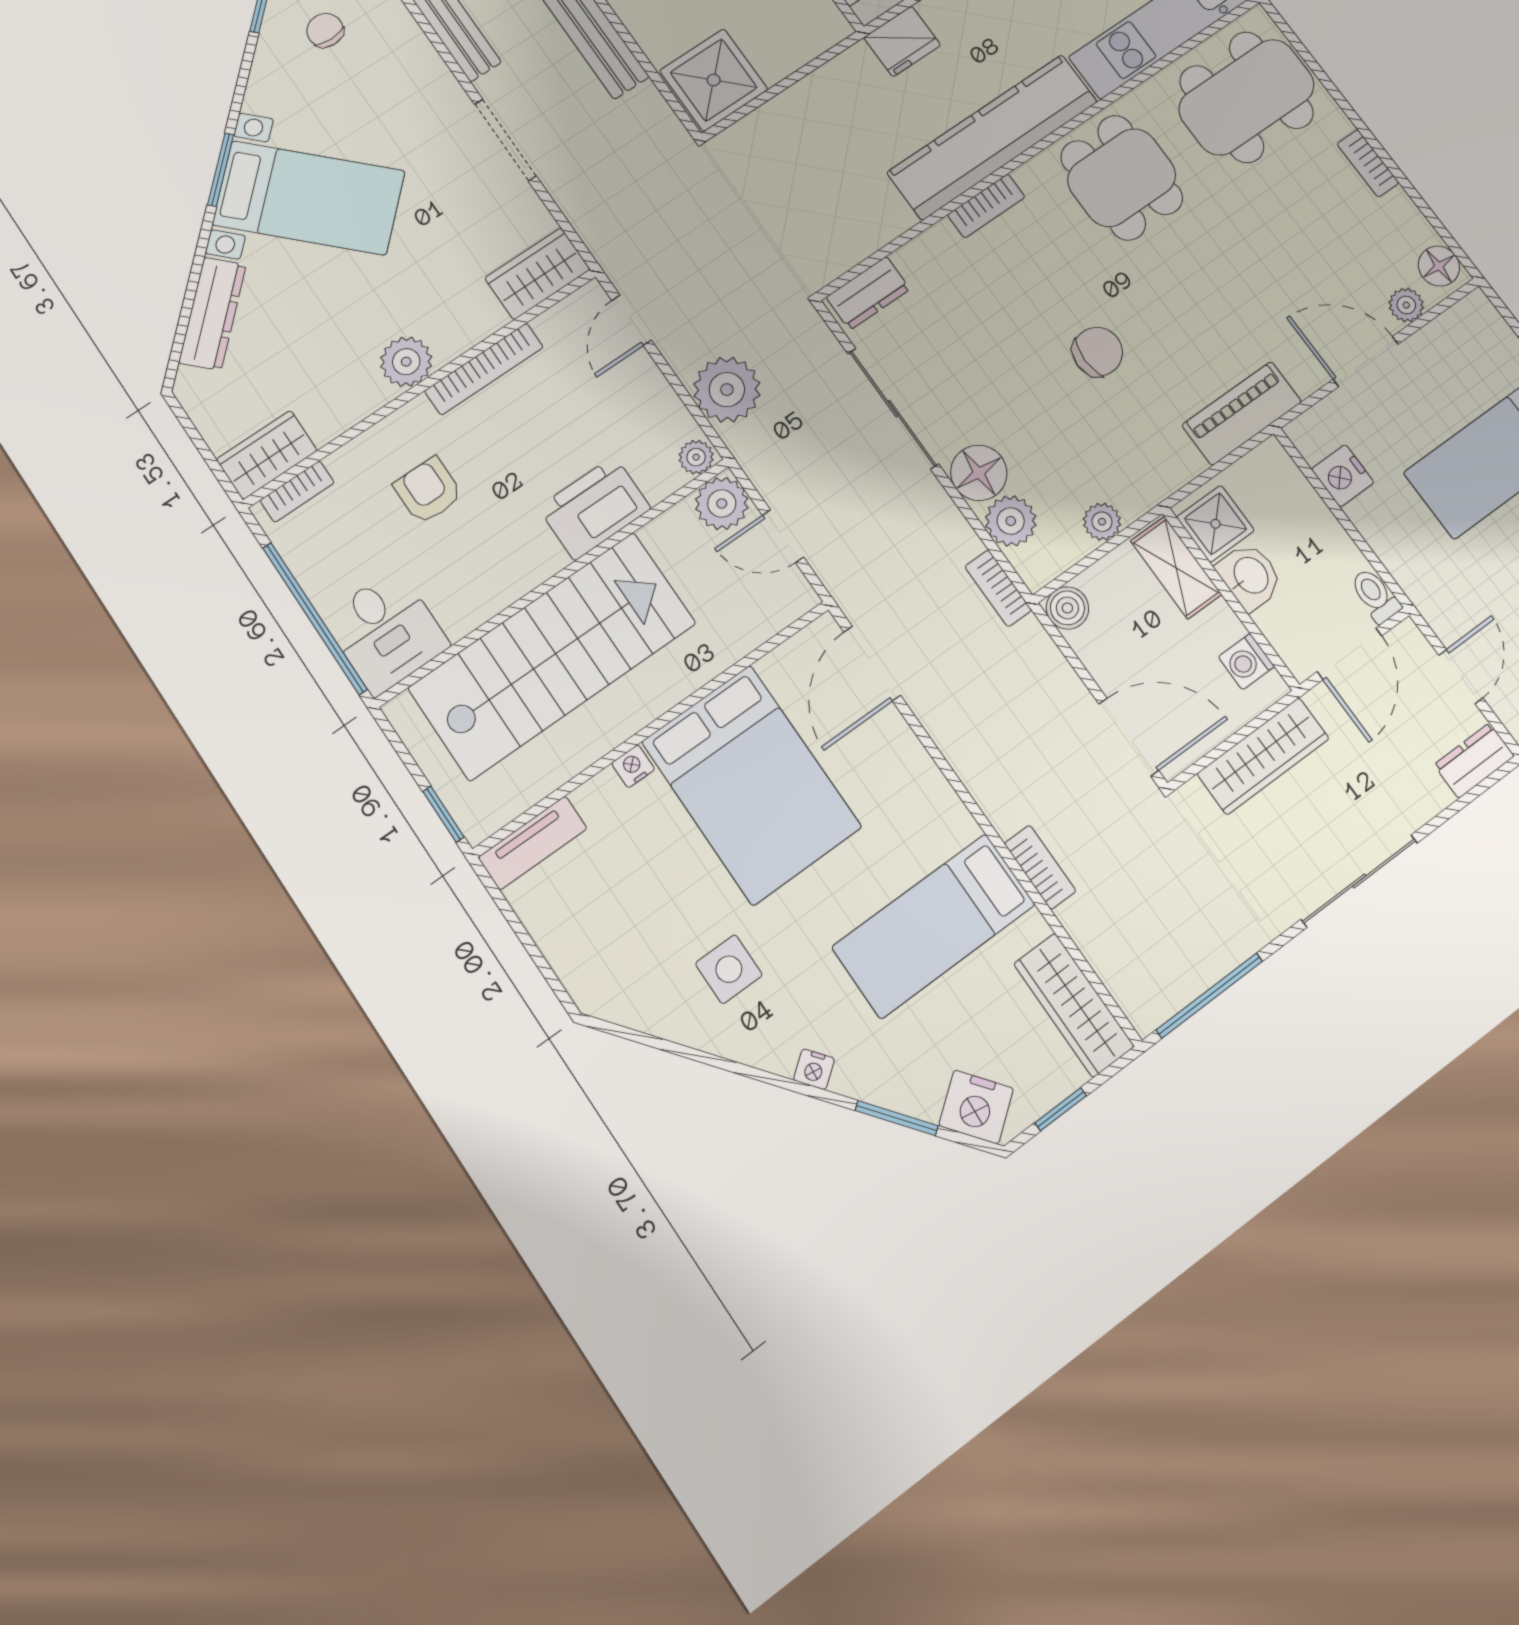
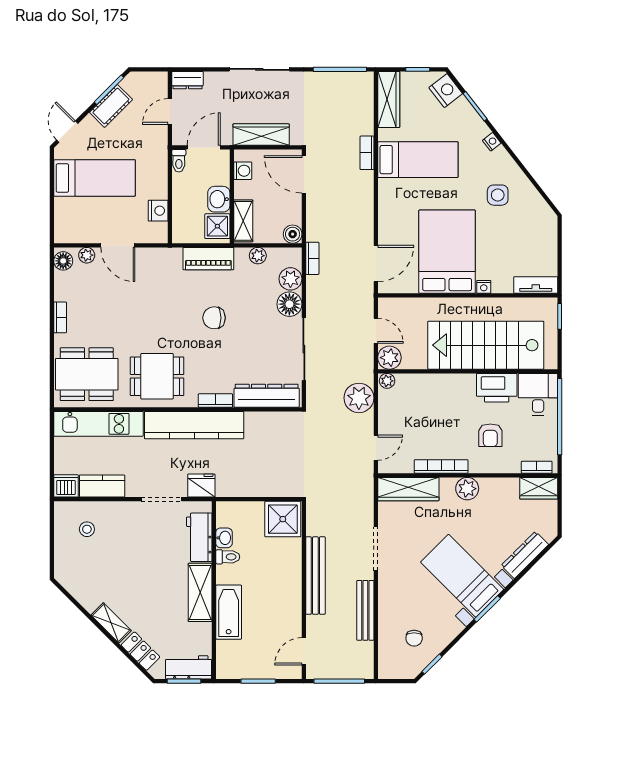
dining table: (1122, 178) -> (157, 376), turned 90
wardrobe: (537, 274) -> (408, 489), width x1.50
dresser: (868, 293) -> (267, 396), width x1.96, depth x1.24
piano: (1242, 413) -> (208, 259), moved
printer: (595, 508) -> (497, 388), moved

